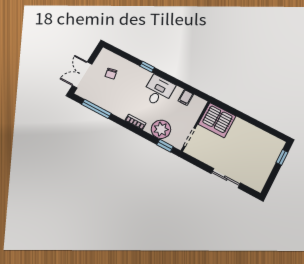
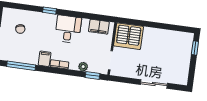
filing cabinet: (186, 97) -> (99, 27), width x2.00
filing cabinet: (123, 111) -> (45, 59), added
plant: (161, 129) -> (83, 67), width x0.53, depth x0.53

